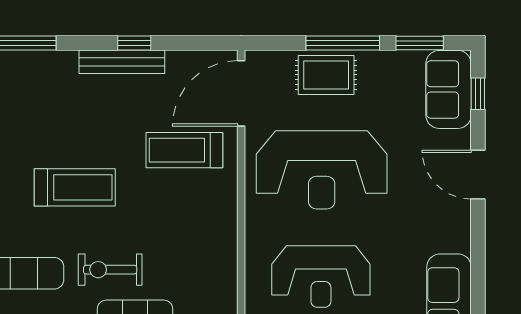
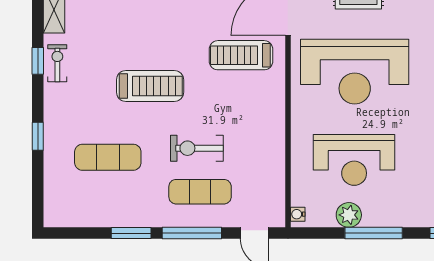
exercise bike: (110, 270) -> (197, 148), moved

